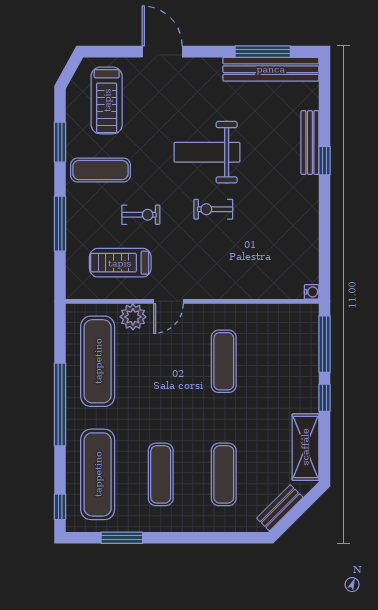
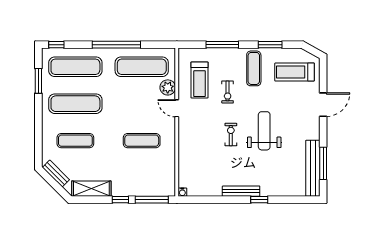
bench: (310, 143) -> (241, 191), moved
treadmill: (120, 263) -> (199, 80), turned 180
exercise mat: (161, 474) -> (75, 104), width x1.36, depth x1.45

